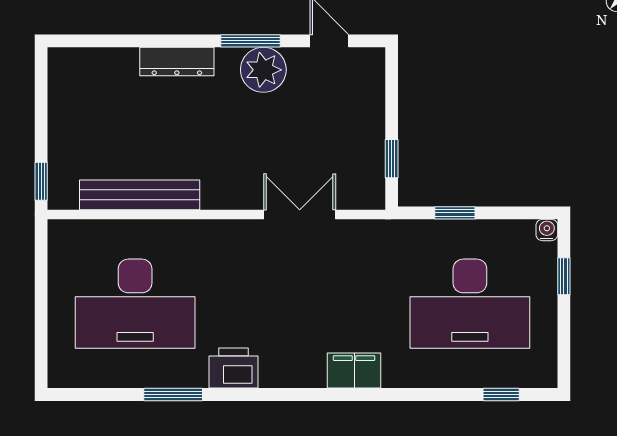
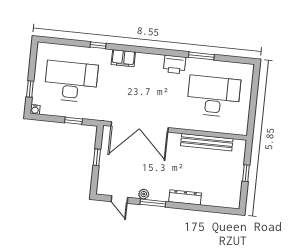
plant: (263, 70) -> (144, 194), width x0.53, depth x0.53
window: (392, 159) -> (97, 157), moved
window: (41, 181) -> (246, 173), moved
double door: (300, 215) -> (140, 127), width x1.87
window: (501, 394) -> (98, 45), moved

